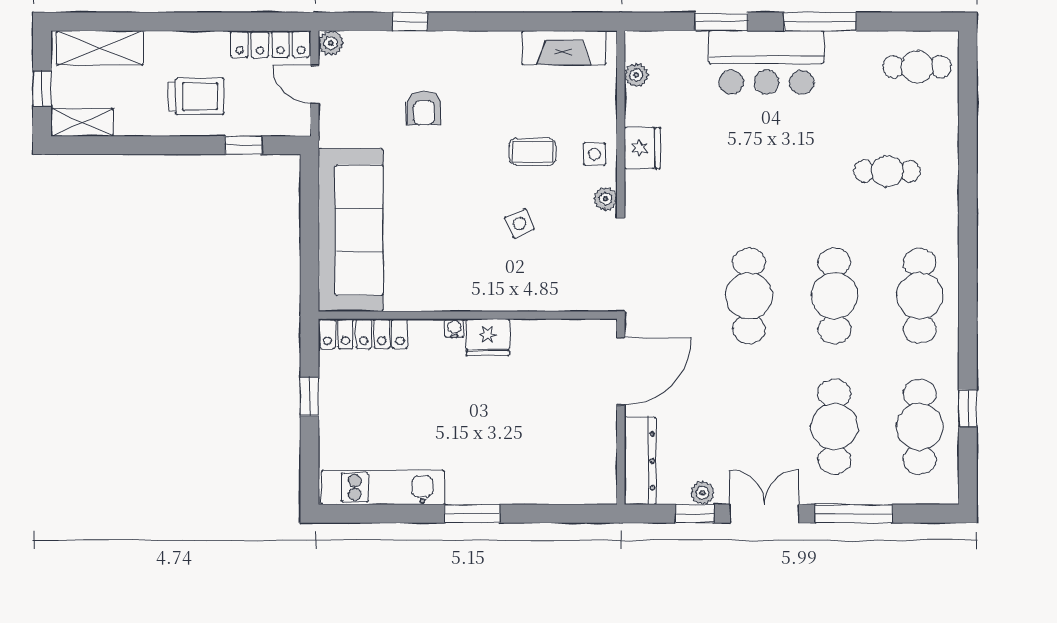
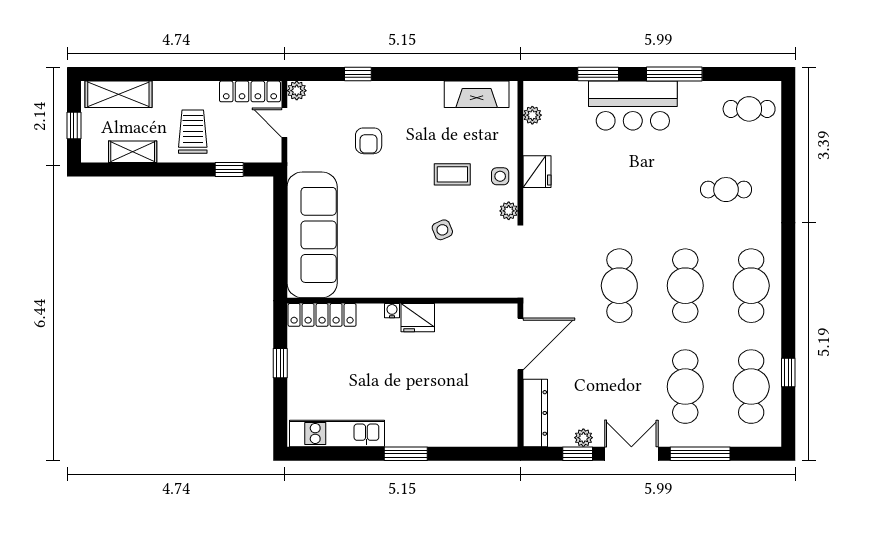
trolley: (196, 96) -> (193, 132), turned -90
shelving: (82, 122) -> (133, 152), moved

